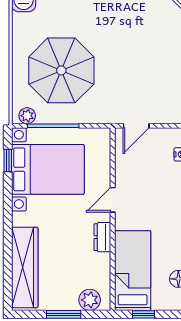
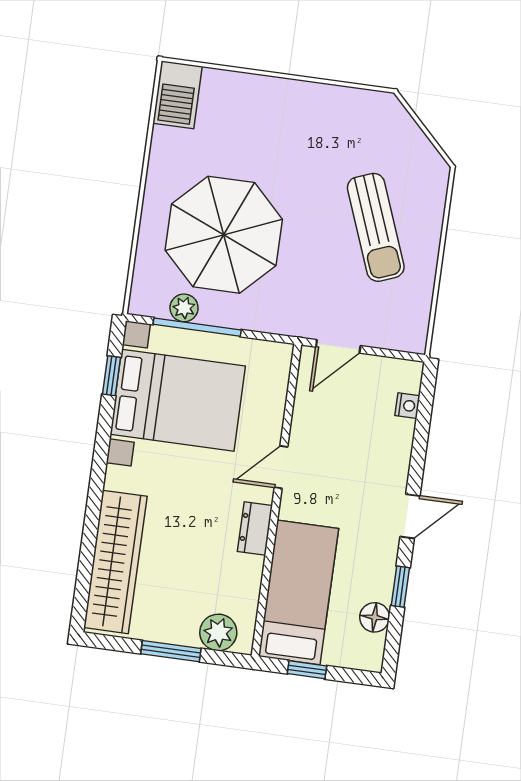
sun lounger: (148, 54) -> (376, 227), added
plant: (27, 116) -> (184, 308), moved

